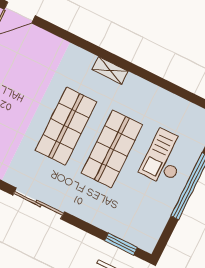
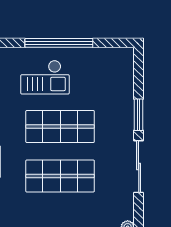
window: (121, 244) -> (139, 115), moved

